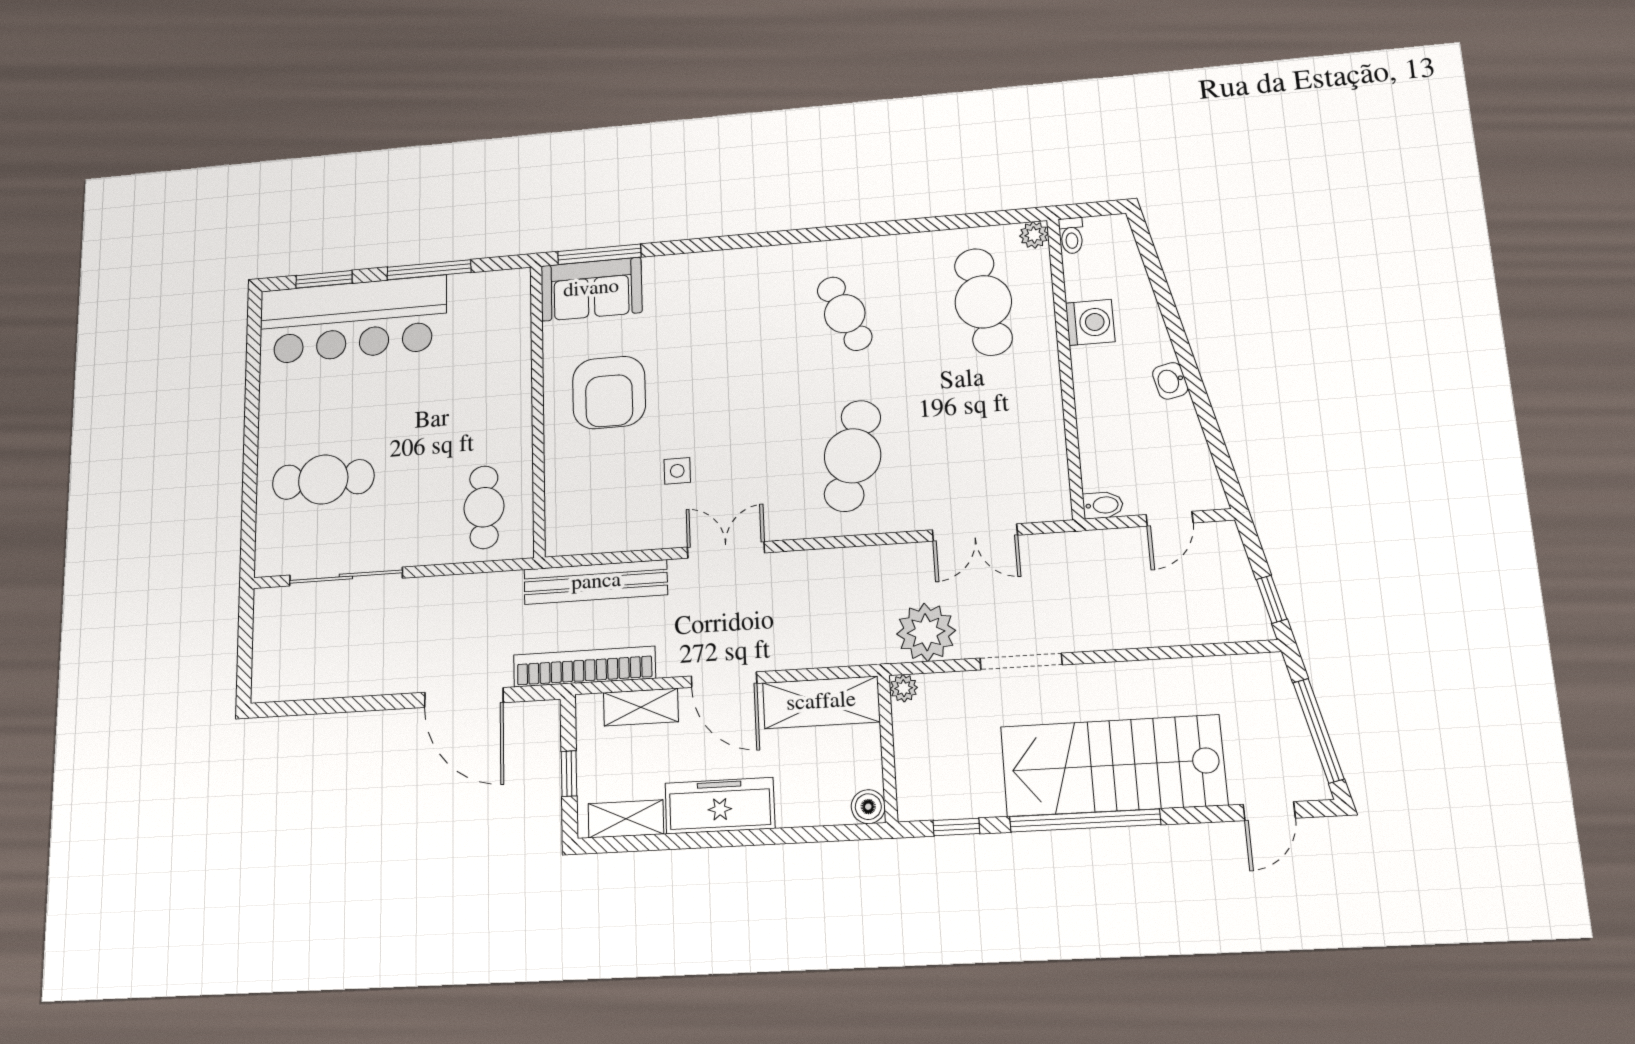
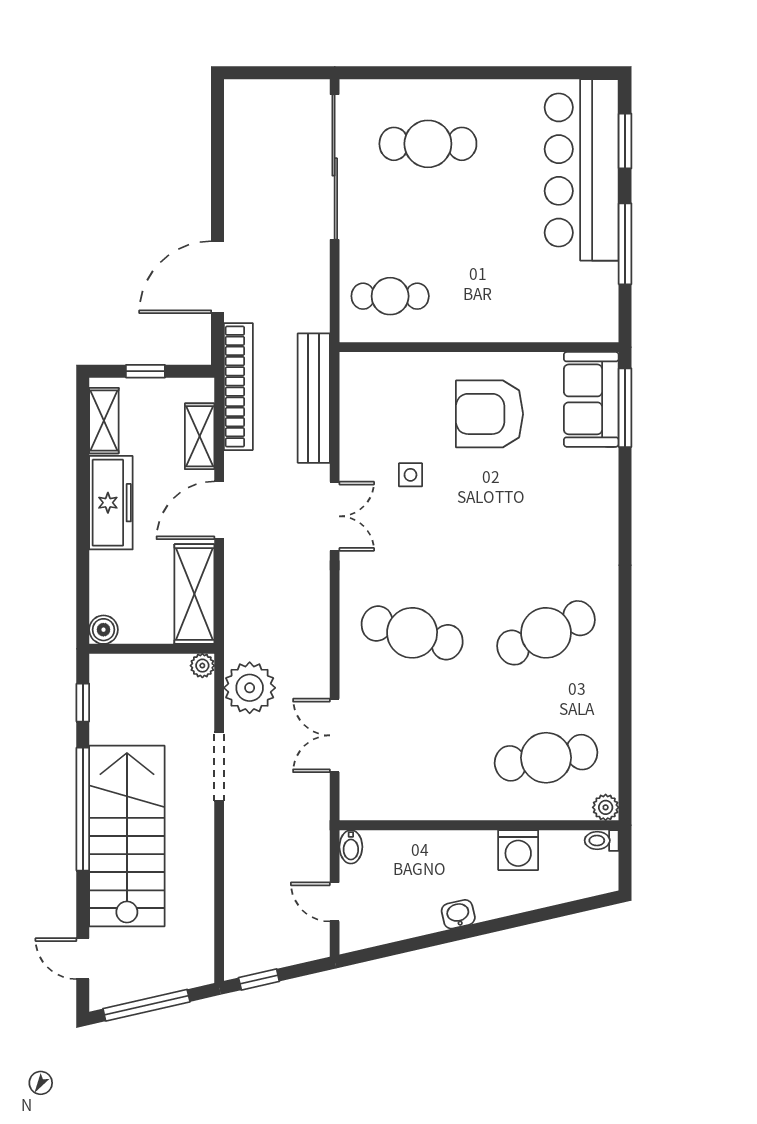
cafe table: (845, 314) -> (546, 633), width x1.37, depth x1.35
cafe table: (323, 479) -> (428, 144), turned 90
sliding door: (346, 577) -> (335, 167), width x1.36

